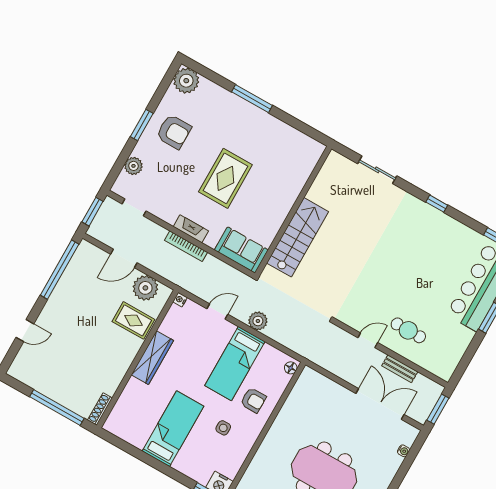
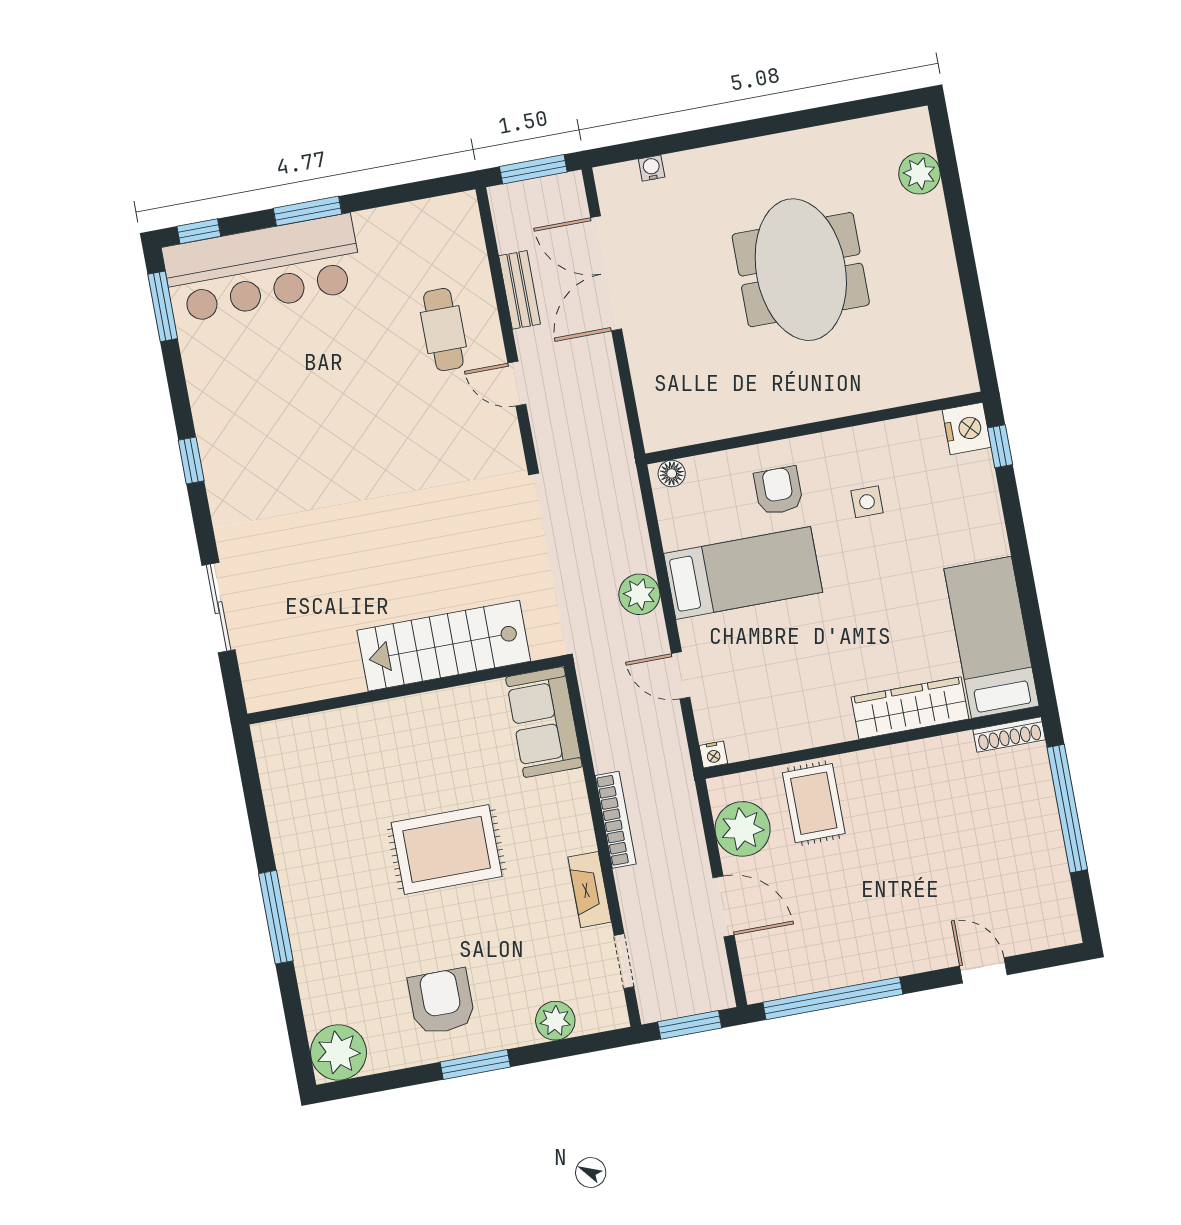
fireplace: (191, 229) -> (590, 890), moved
wardrobe: (152, 358) -> (910, 708), moved
bed: (173, 429) -> (991, 637), moved, turned 90

